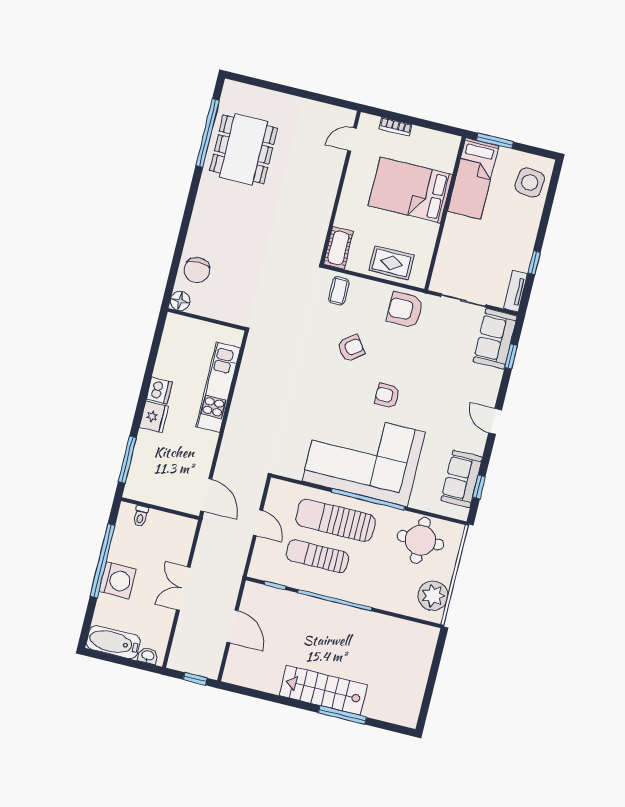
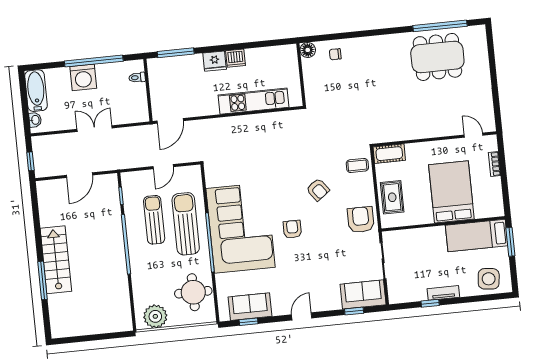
chair: (197, 270) -> (335, 54), width x0.54, depth x0.54
tv unit: (515, 291) -> (443, 293), moved

